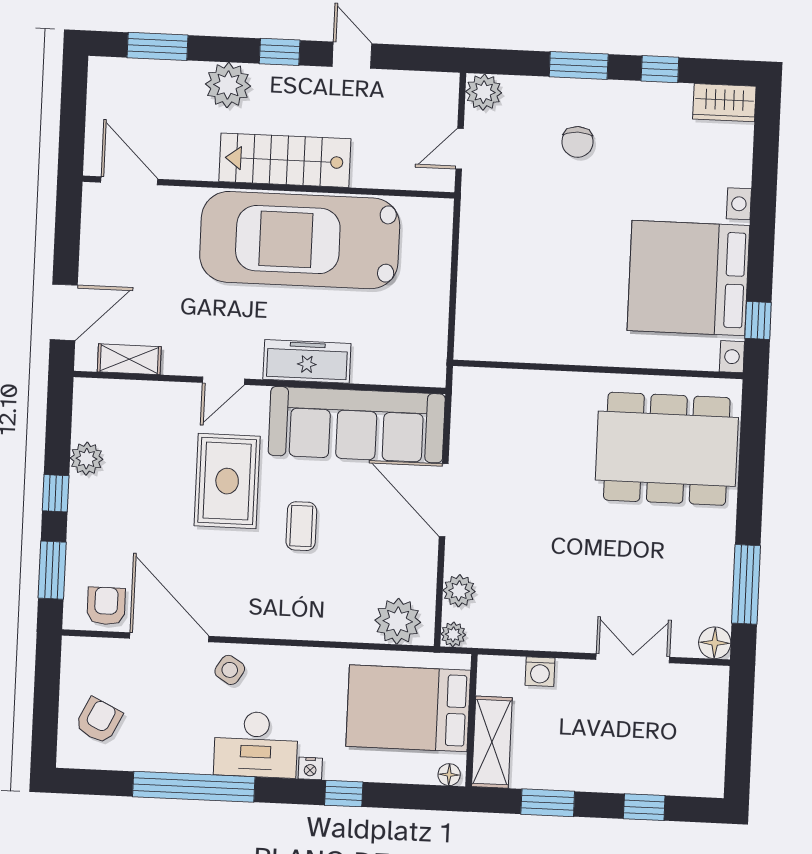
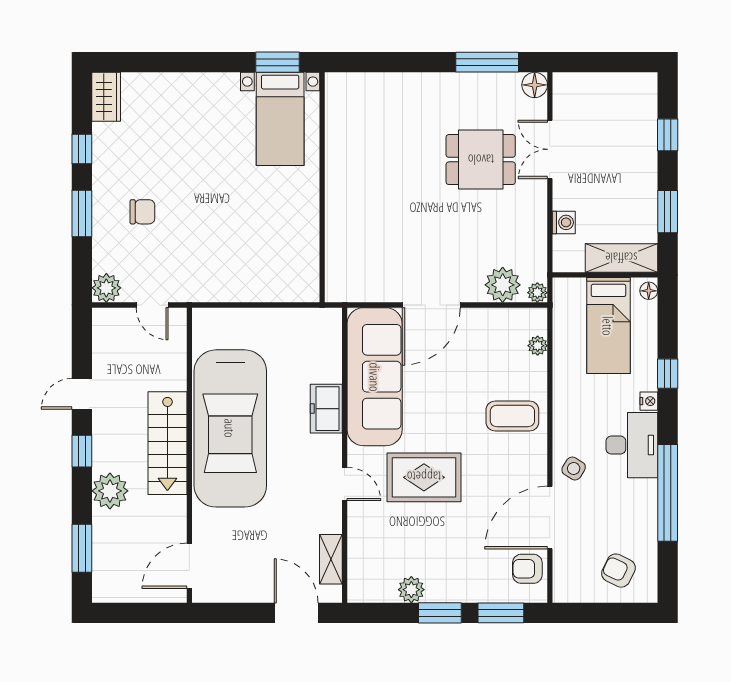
bed with nightstands: (688, 278) -> (280, 119), width x0.54
window: (758, 320) -> (277, 62), width x1.50
freezer: (307, 361) -> (326, 409), width x0.71
dining table: (667, 449) -> (481, 160), moved, width x0.53, depth x0.80
window: (56, 493) -> (440, 613), width x1.50
coffee table: (301, 526) -> (512, 416), moved, width x1.36, depth x1.30
plant: (459, 591) -> (503, 285), width x1.36, depth x1.36
plant: (398, 621) -> (538, 346), width x0.53, depth x0.53
bed: (408, 708) -> (608, 326), width x0.67

